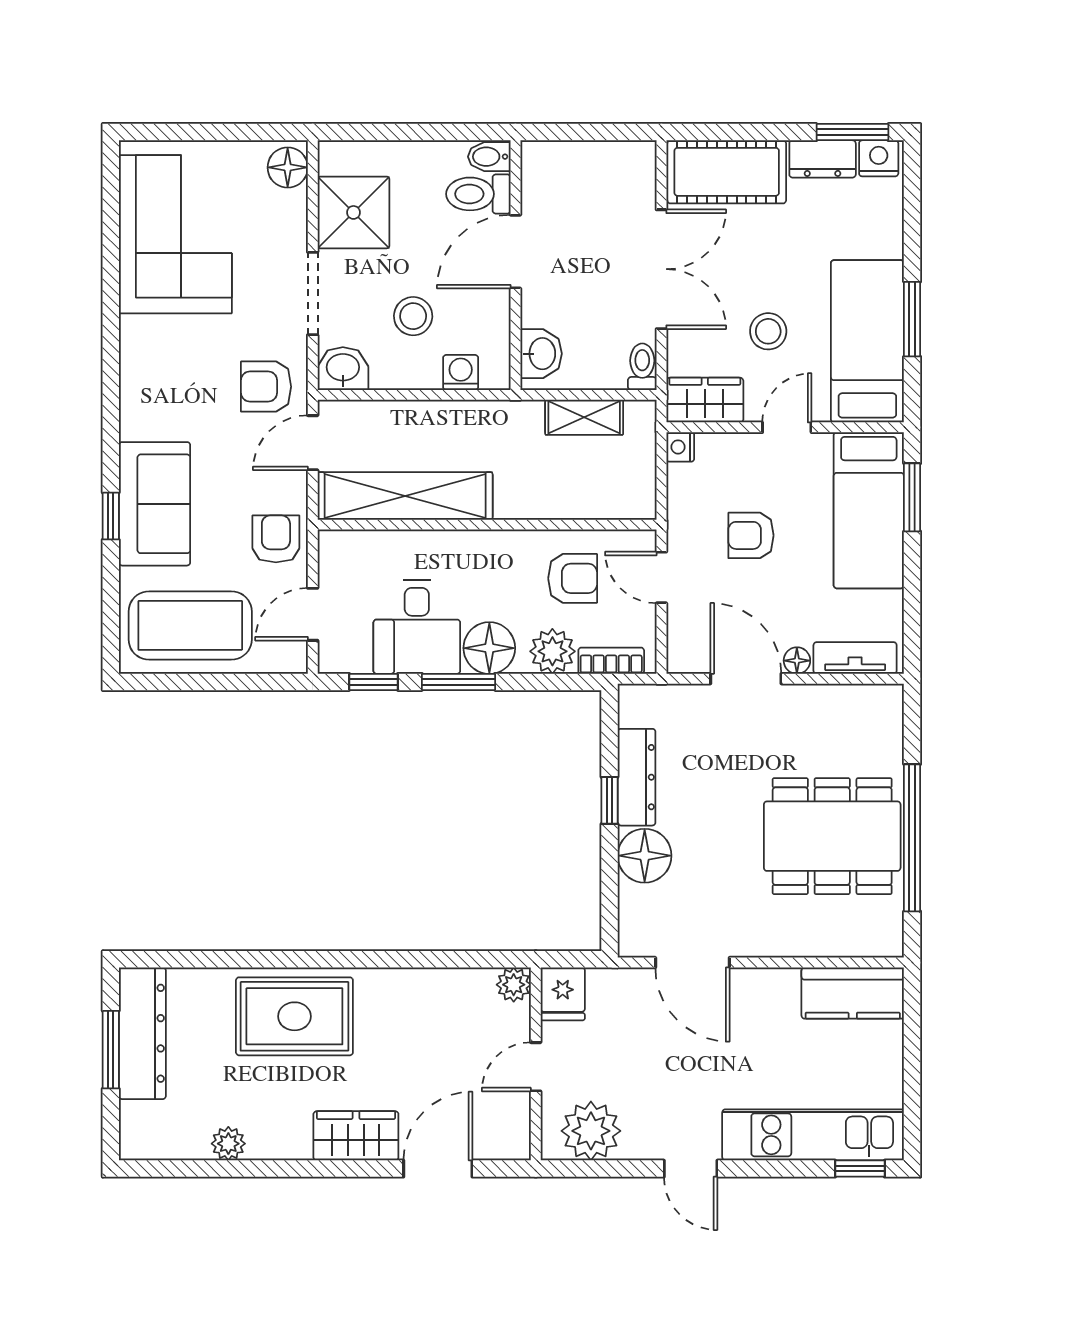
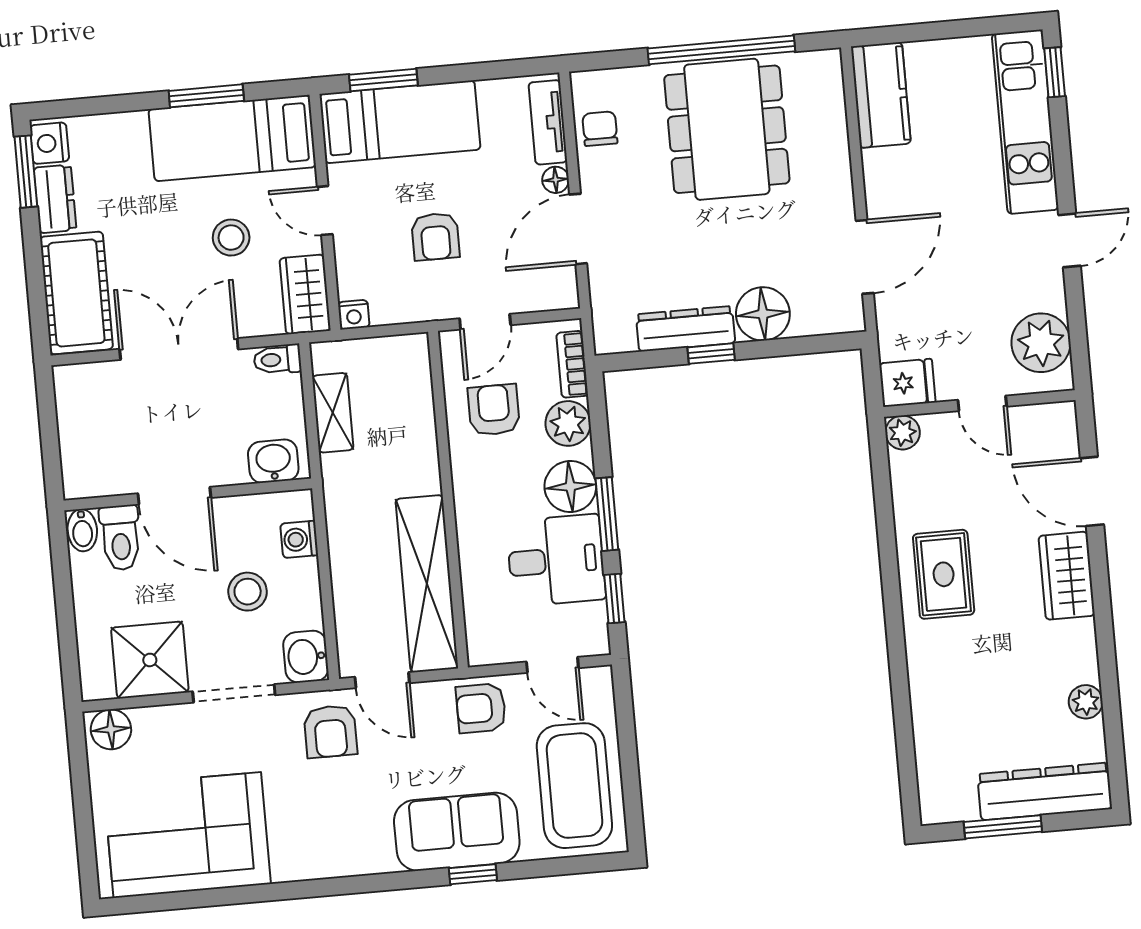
chair: (844, 709) -> (600, 129), added
rug: (294, 1016) -> (944, 574), moved, width x0.73, depth x0.70
dresser: (142, 1033) -> (1045, 791), moved

